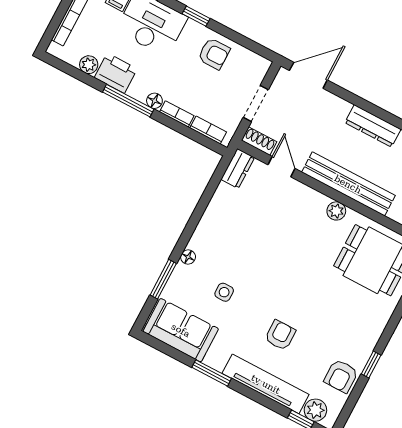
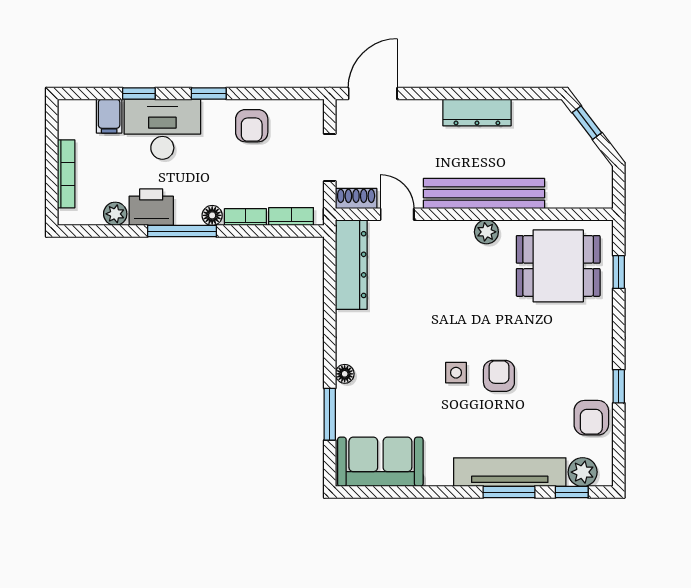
armchair: (214, 54) -> (252, 126), turned 90
dresser: (238, 168) -> (351, 265), width x1.96, depth x1.24
side table: (224, 292) -> (456, 373), moved
armchair: (280, 335) -> (499, 376), moved
window: (212, 373) -> (509, 492), moved

